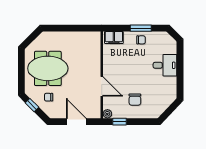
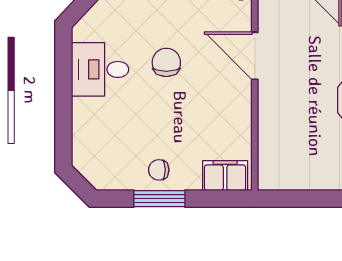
desk: (165, 65) -> (100, 69), moved
chair: (135, 100) -> (166, 62), moved

